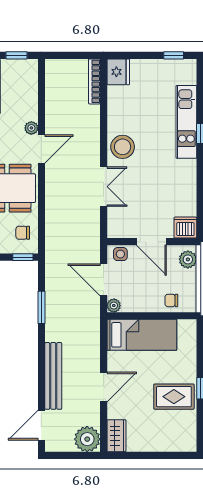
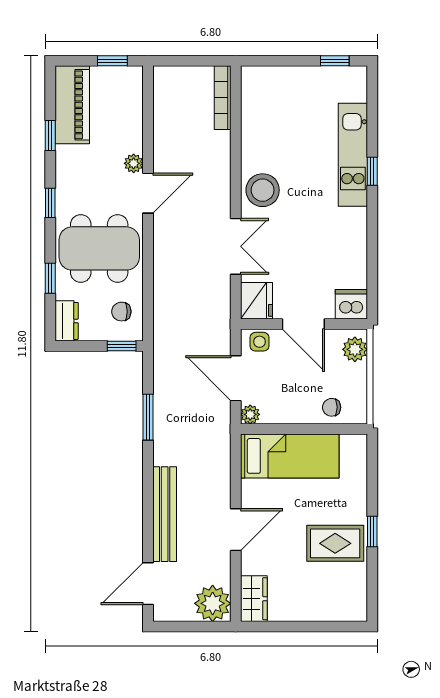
fridge: (118, 72) -> (256, 301), moved

